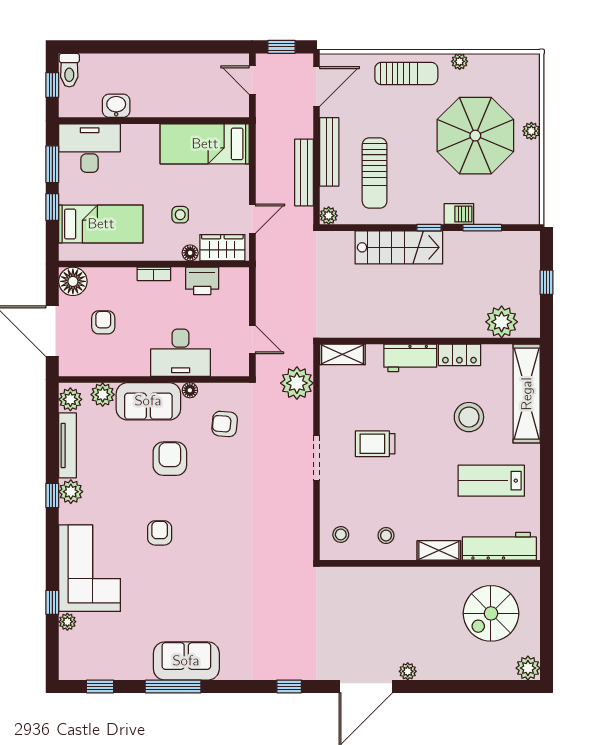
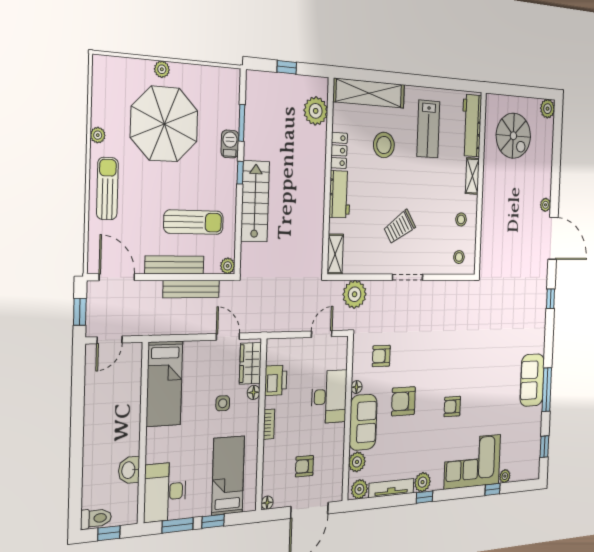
floor lamp: (73, 281) -> (267, 503), width x0.53, depth x0.53
armchair: (225, 424) -> (381, 356), turned 85
trolley: (375, 444) -> (400, 227), turned 57

